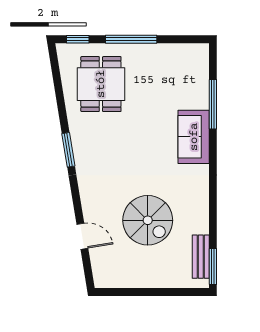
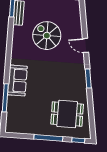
dining table: (101, 84) -> (67, 114), turned 90
door: (82, 236) -> (86, 45), moved

